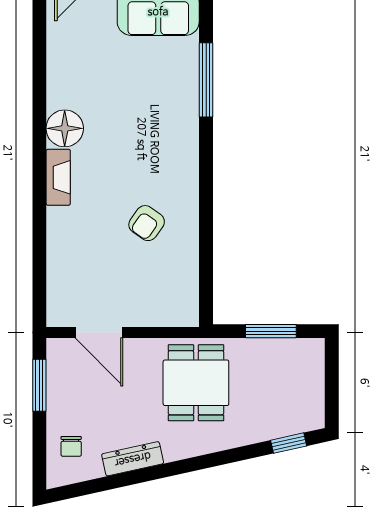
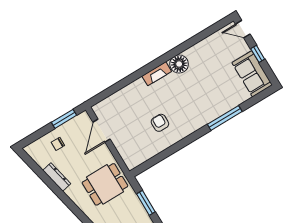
window: (206, 80) -> (225, 118), moved
armchair: (147, 223) -> (160, 123), turned 55
chair: (71, 446) -> (58, 144), moved

